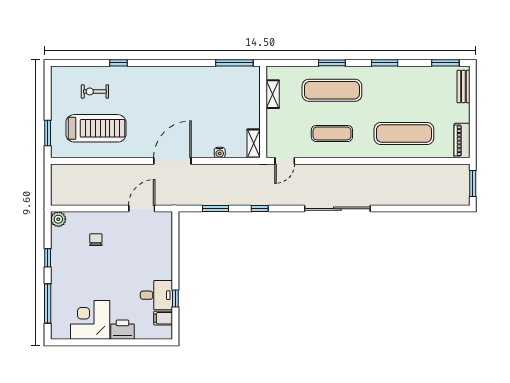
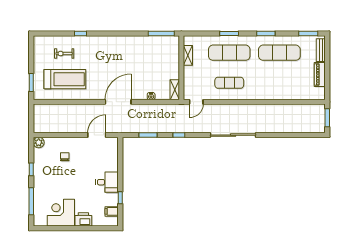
exercise mat: (404, 133) -> (279, 53), moved
piano: (462, 141) -> (320, 74), moved
desk: (156, 295) -> (107, 182), moved

